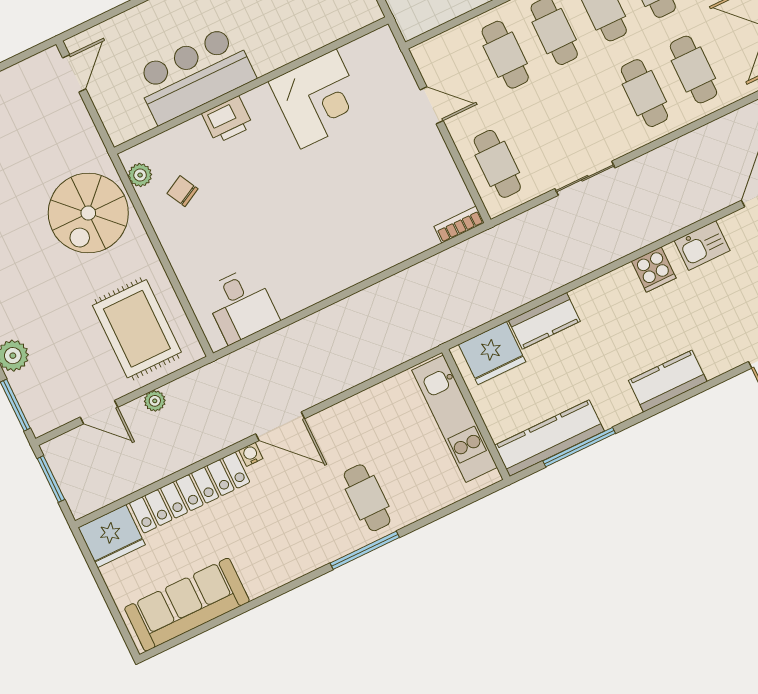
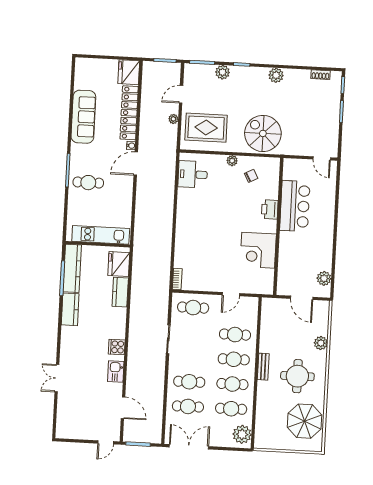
plant: (140, 175) -> (232, 161), moved
kitchen counter: (668, 381) -> (70, 309), moved
sofa: (187, 605) -> (83, 117), moved

